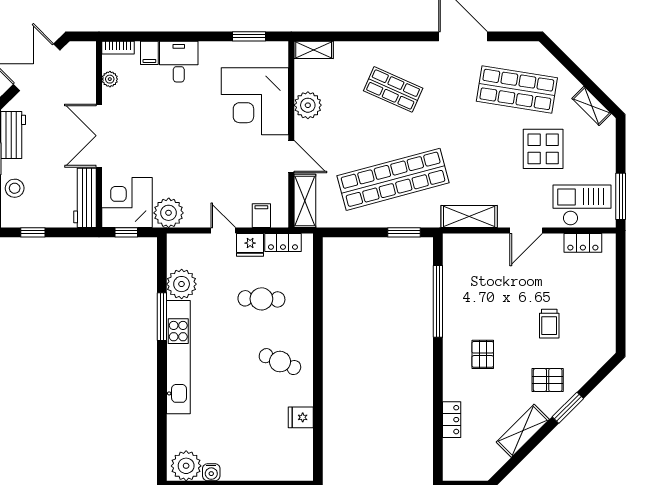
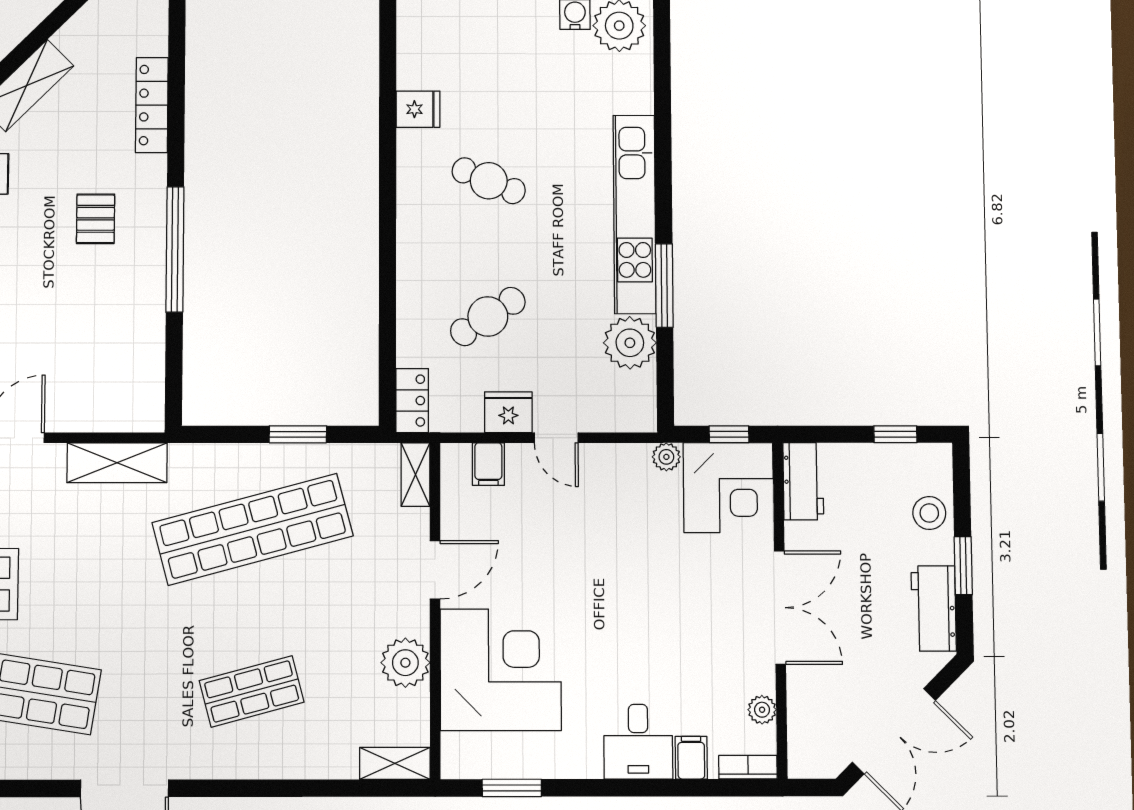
shop shelf: (393, 89) -> (252, 691), turned -39
door: (291, 157) -> (435, 570), swing flipped
workbench: (85, 198) -> (803, 481), width x0.73
shelving: (305, 201) -> (416, 475), width x0.67, depth x0.75
plant: (169, 213) -> (666, 457), width x0.53, depth x0.53
window: (404, 232) -> (298, 434), moved
locker: (283, 242) -> (412, 401), moved, turned 90
cafe table: (261, 299) -> (488, 317), turned -35
window: (438, 301) -> (175, 249), moved
cafe table: (280, 362) -> (489, 181), moved
locker: (452, 420) -> (152, 105), width x1.53

